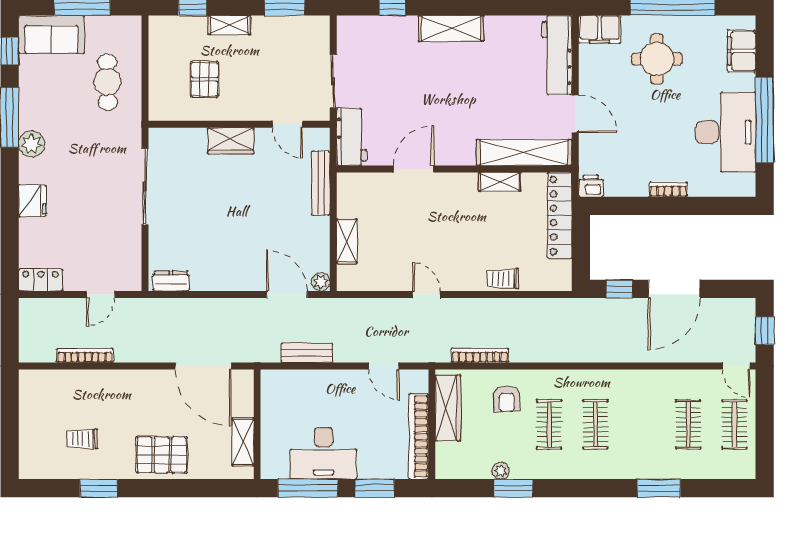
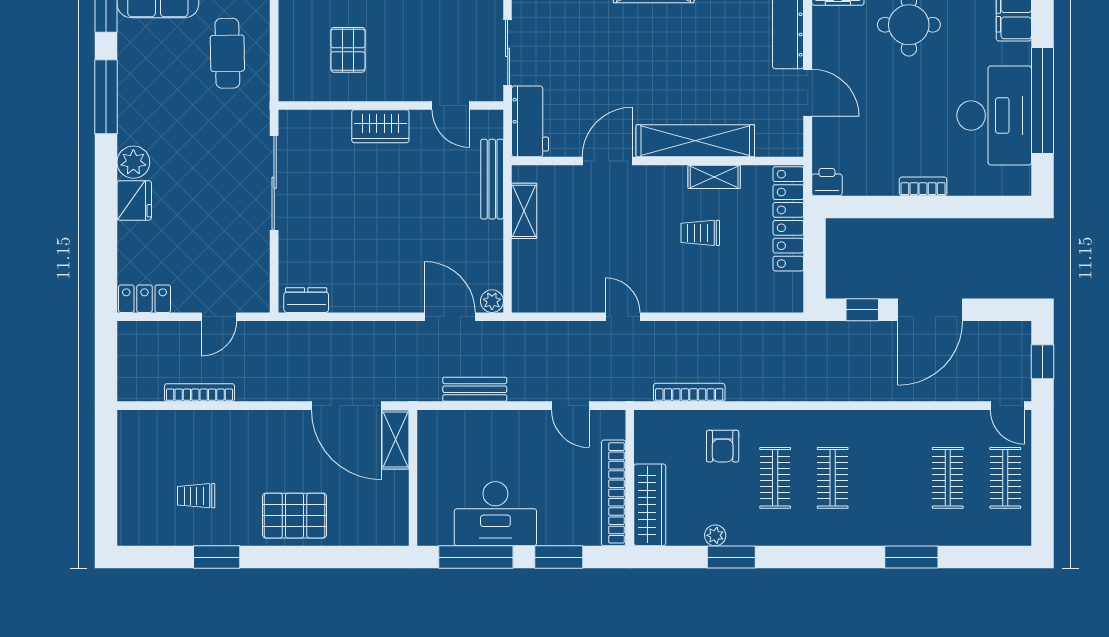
plant: (32, 144) -> (133, 162), moved
shelving: (524, 153) -> (695, 141), moved
shelving: (347, 241) -> (524, 211), moved
trolley: (503, 279) -> (700, 233), moved
wardrobe: (448, 408) -> (650, 505), moved
shelving: (243, 442) -> (396, 439), moved

